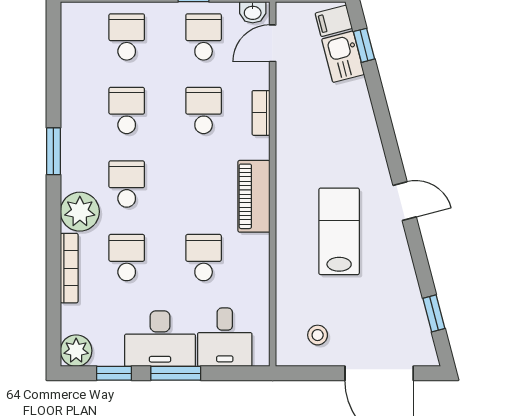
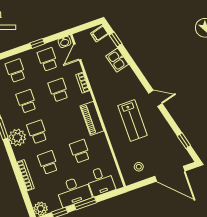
kitchen sink: (343, 57) -> (117, 60), moved
plant: (80, 212) -> (17, 137), moved
lab bench: (339, 231) -> (133, 120), turned 180

